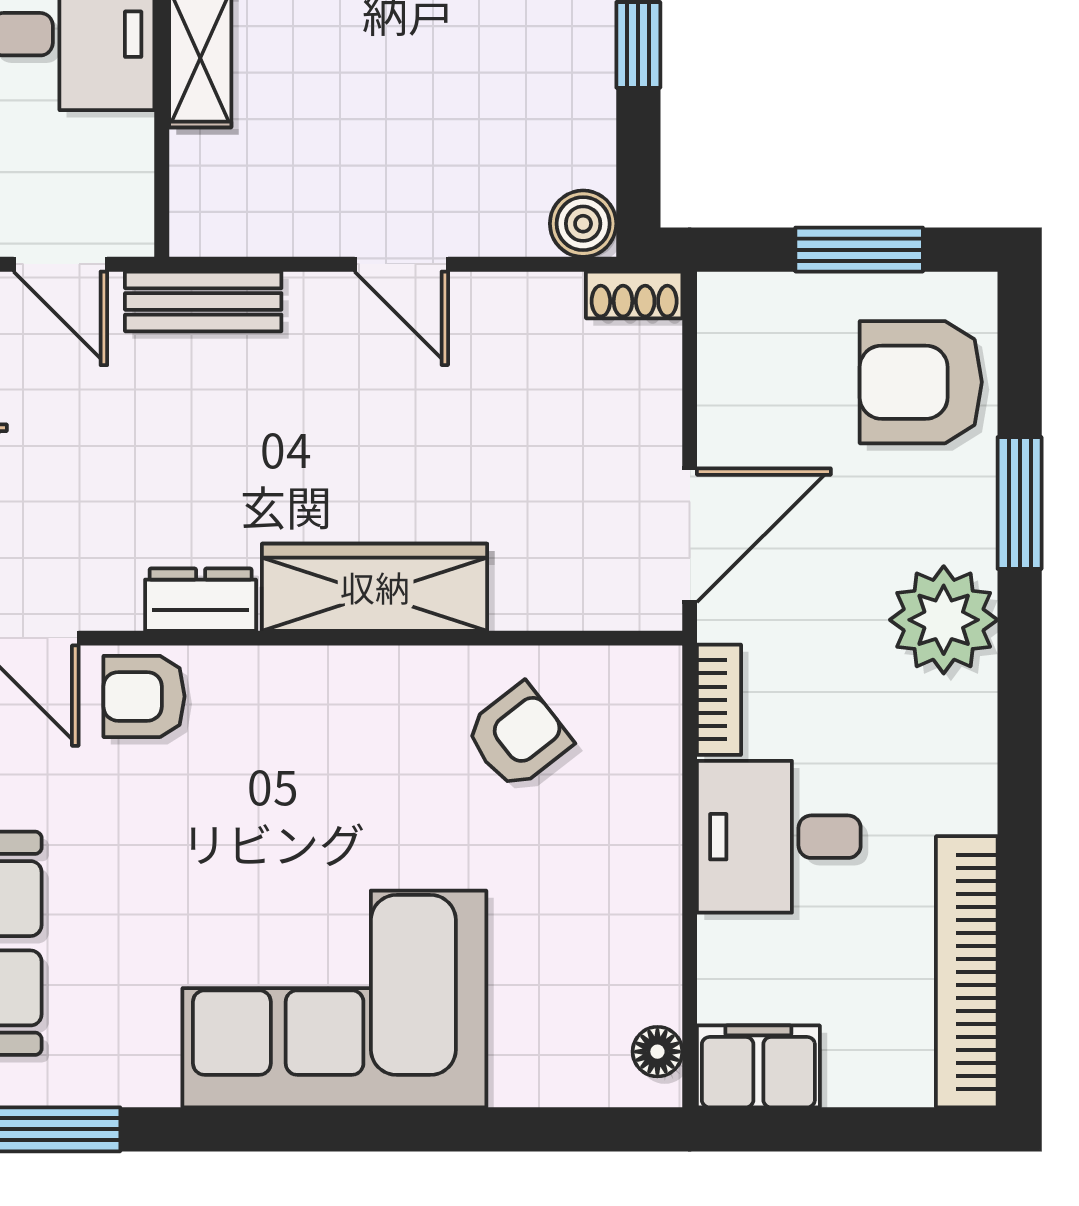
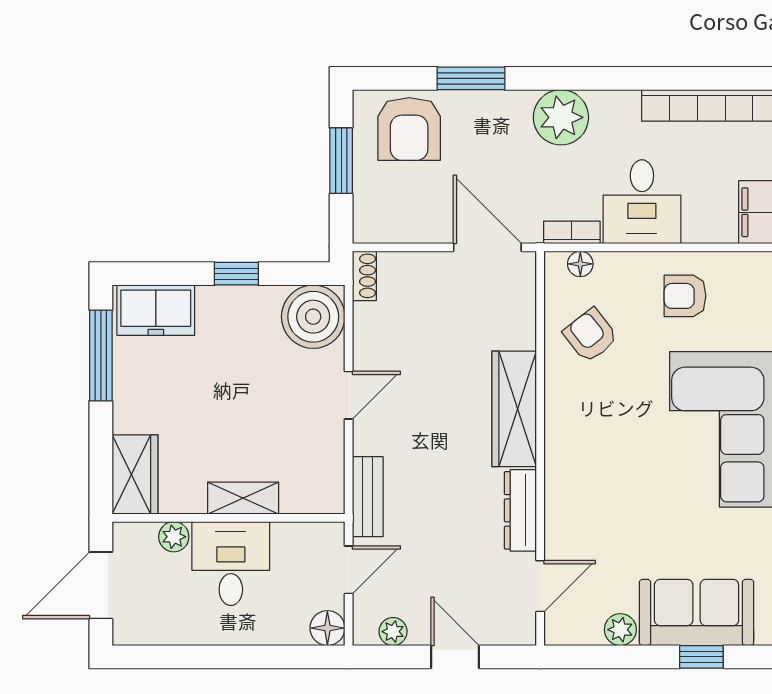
boiler: (583, 224) -> (313, 317), width x1.86, depth x1.86
dresser: (201, 600) -> (520, 510), width x1.44
plant: (944, 620) -> (561, 117), moved
armchair: (144, 696) -> (685, 296), moved, turned 90
floor lamp: (657, 1052) -> (580, 264), moved

